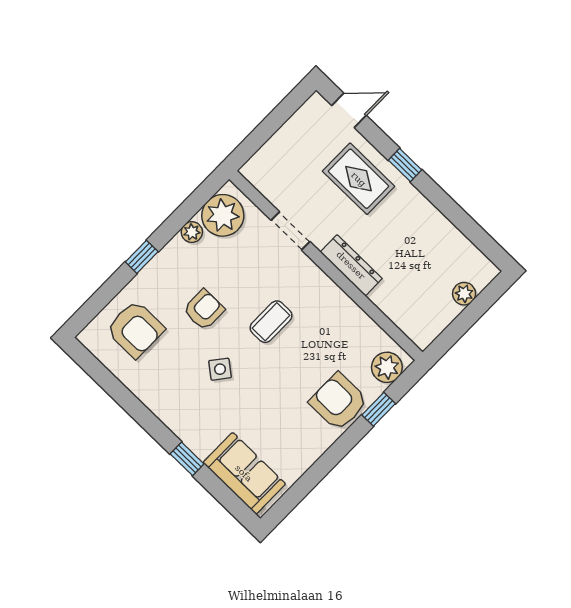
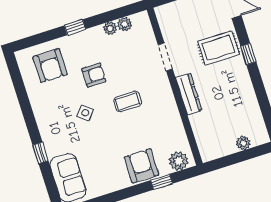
rug: (359, 179) -> (218, 48), turned 90
plant: (223, 215) -> (125, 24), width x0.53, depth x0.53

